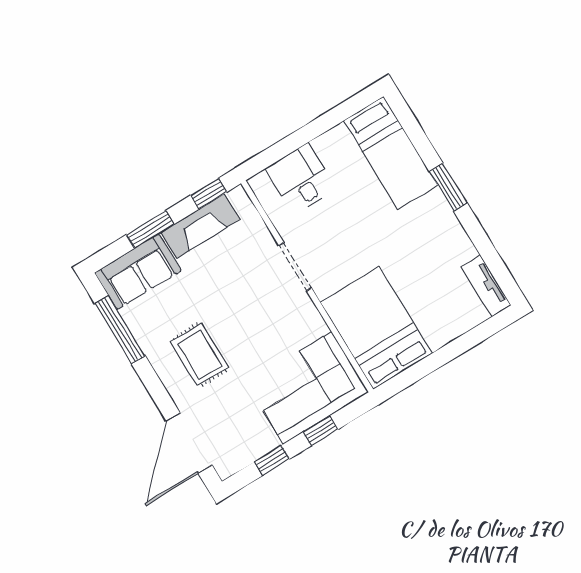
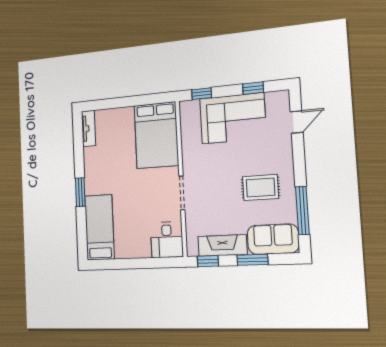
desk: (301, 179) -> (167, 240), moved
rug: (199, 355) -> (260, 187), moved, turned 90
corner sofa: (308, 388) -> (233, 118), moved
window: (321, 431) -> (201, 94), moved
door: (189, 443) -> (297, 122), width x0.53

